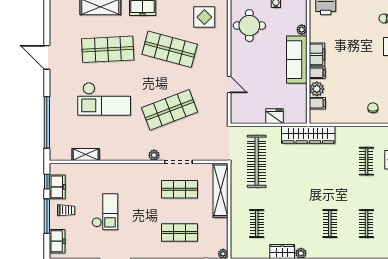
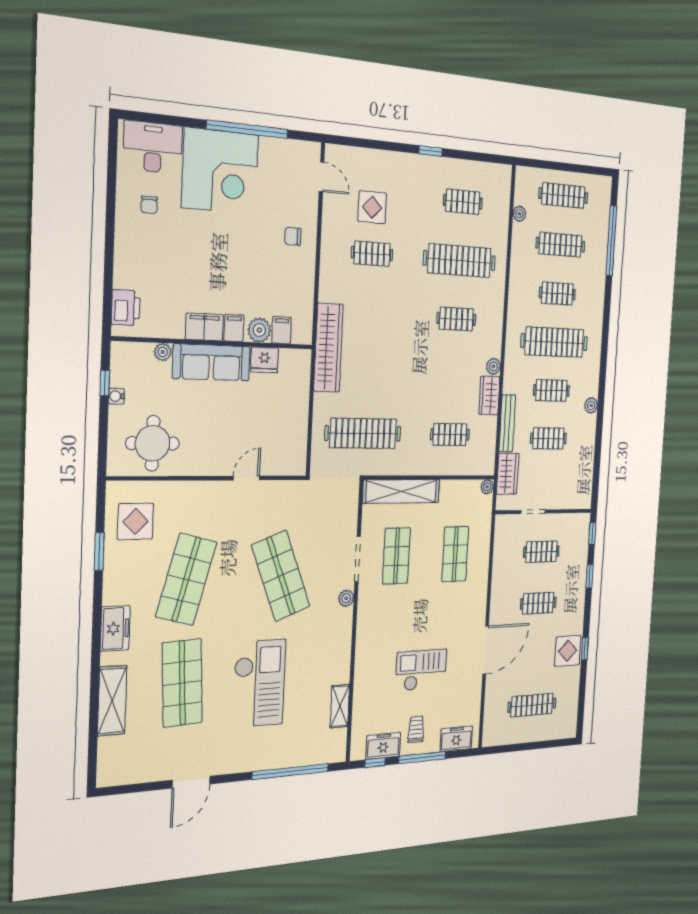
fridge: (274, 116) -> (264, 360), moved, turned -90
clothes rail: (366, 224) -> (460, 261), width x1.86, depth x1.31

